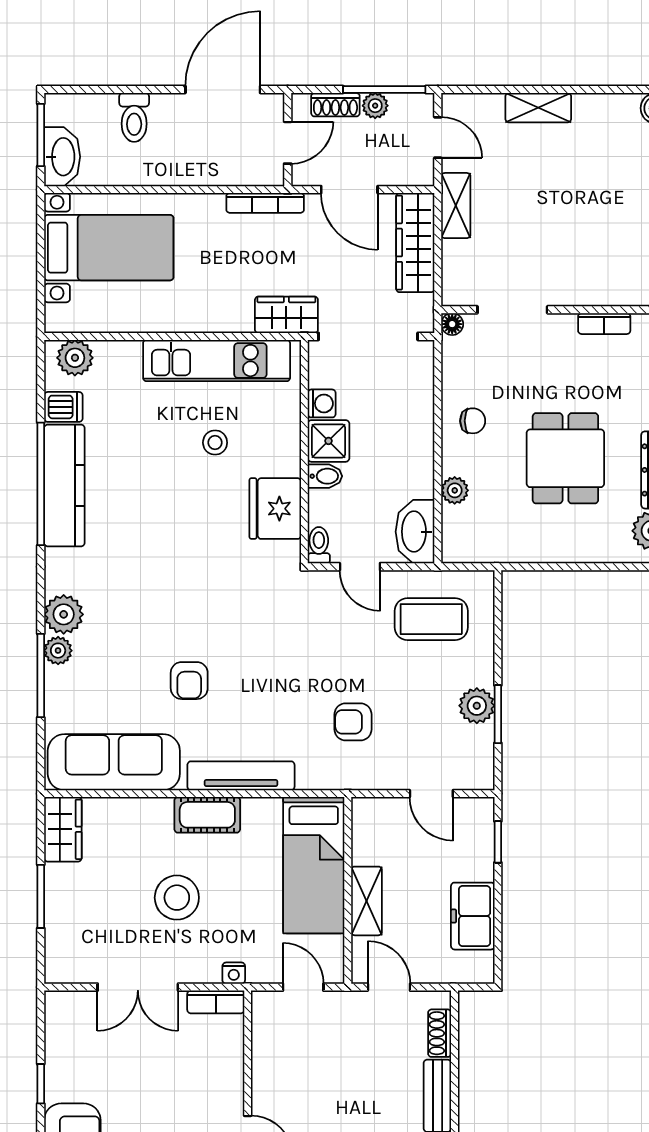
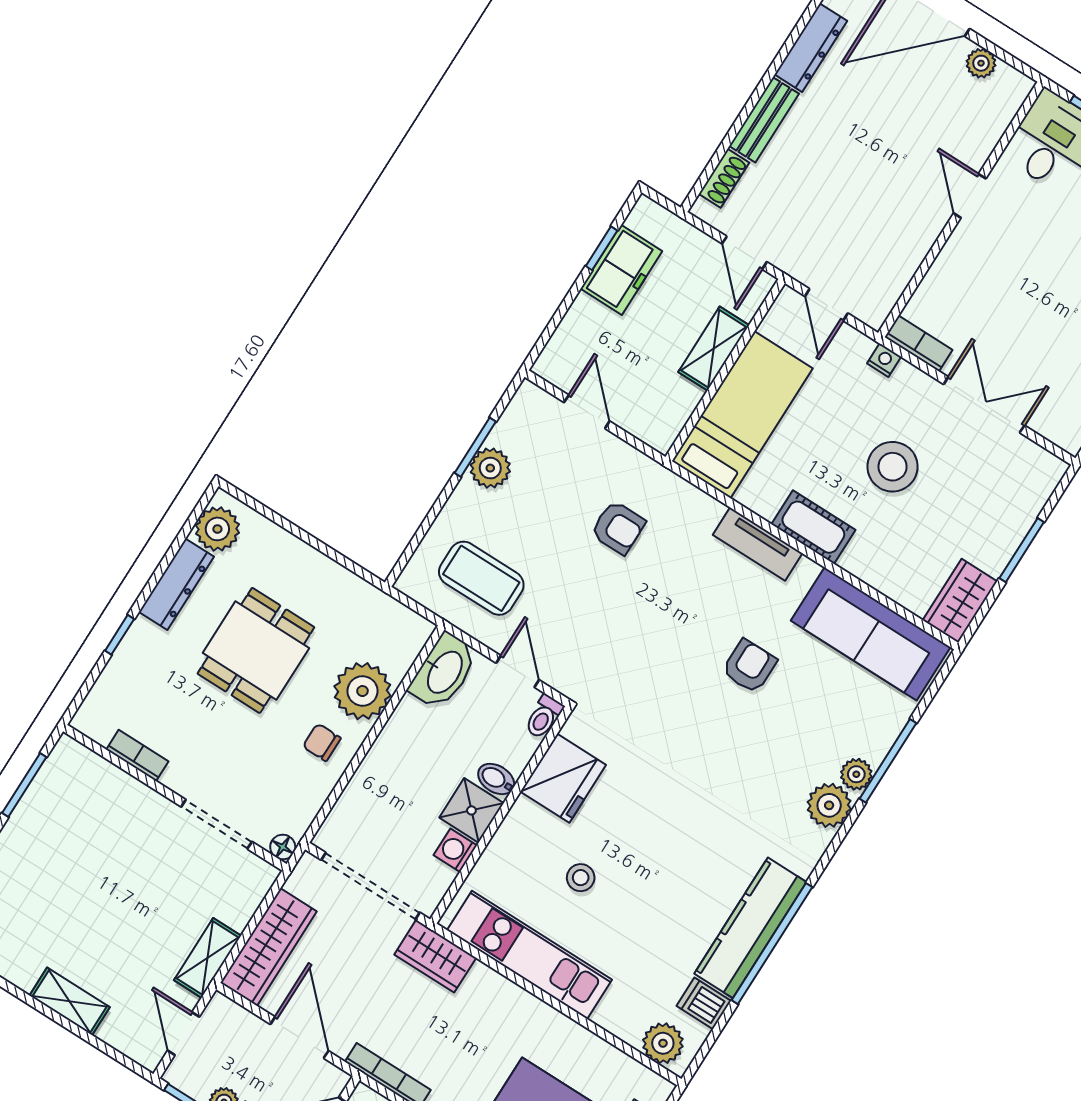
plant: (455, 490) -> (362, 691), width x1.88, depth x1.88
tv unit: (241, 776) -> (758, 544), width x0.71
window: (498, 842) -> (602, 248), moved

